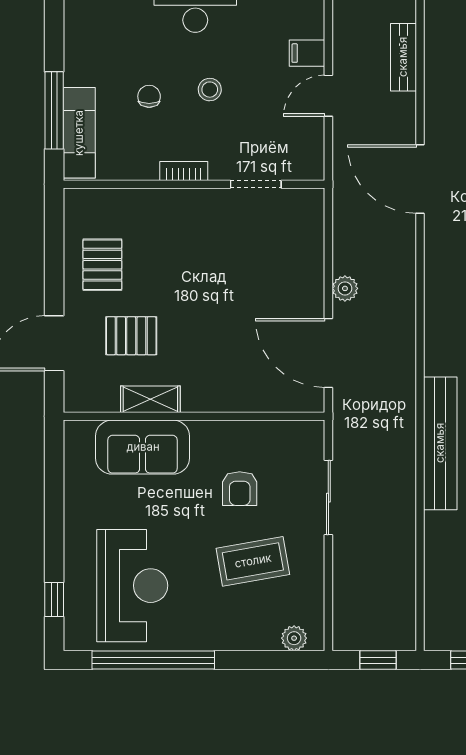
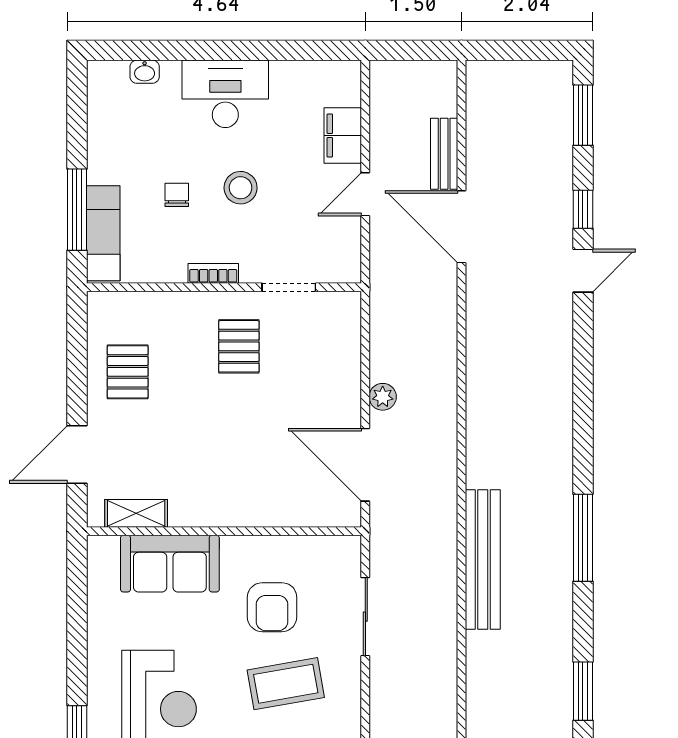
filing cabinet: (307, 53) -> (343, 135), width x2.00
stool: (210, 90) -> (241, 188), width x1.37, depth x1.37
door: (420, 179) -> (462, 227), moved
pallet: (131, 336) -> (239, 346), moved, turned 90
shelving: (150, 399) -> (136, 513), moved
armchair: (240, 489) -> (272, 607), width x1.38, depth x1.38

